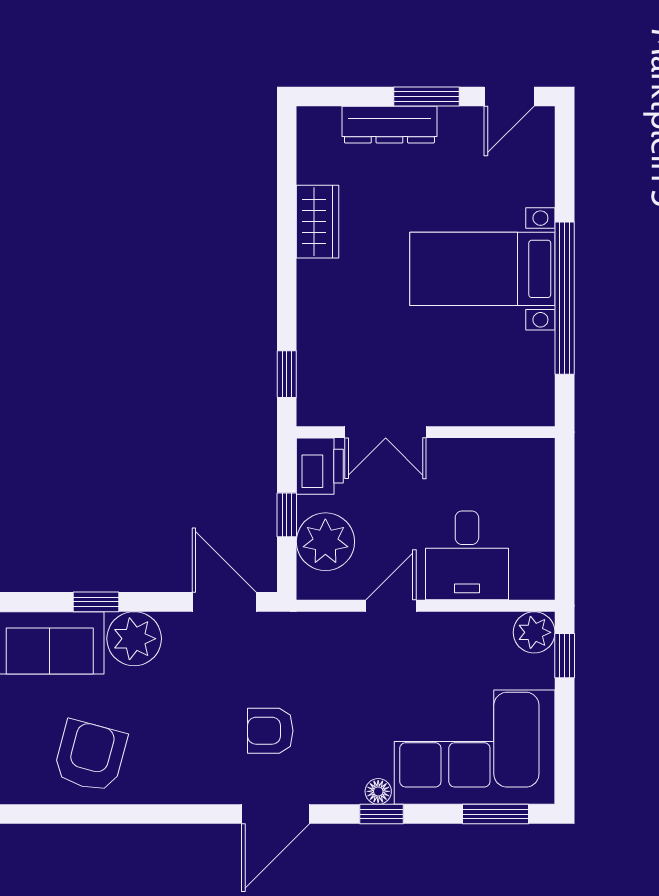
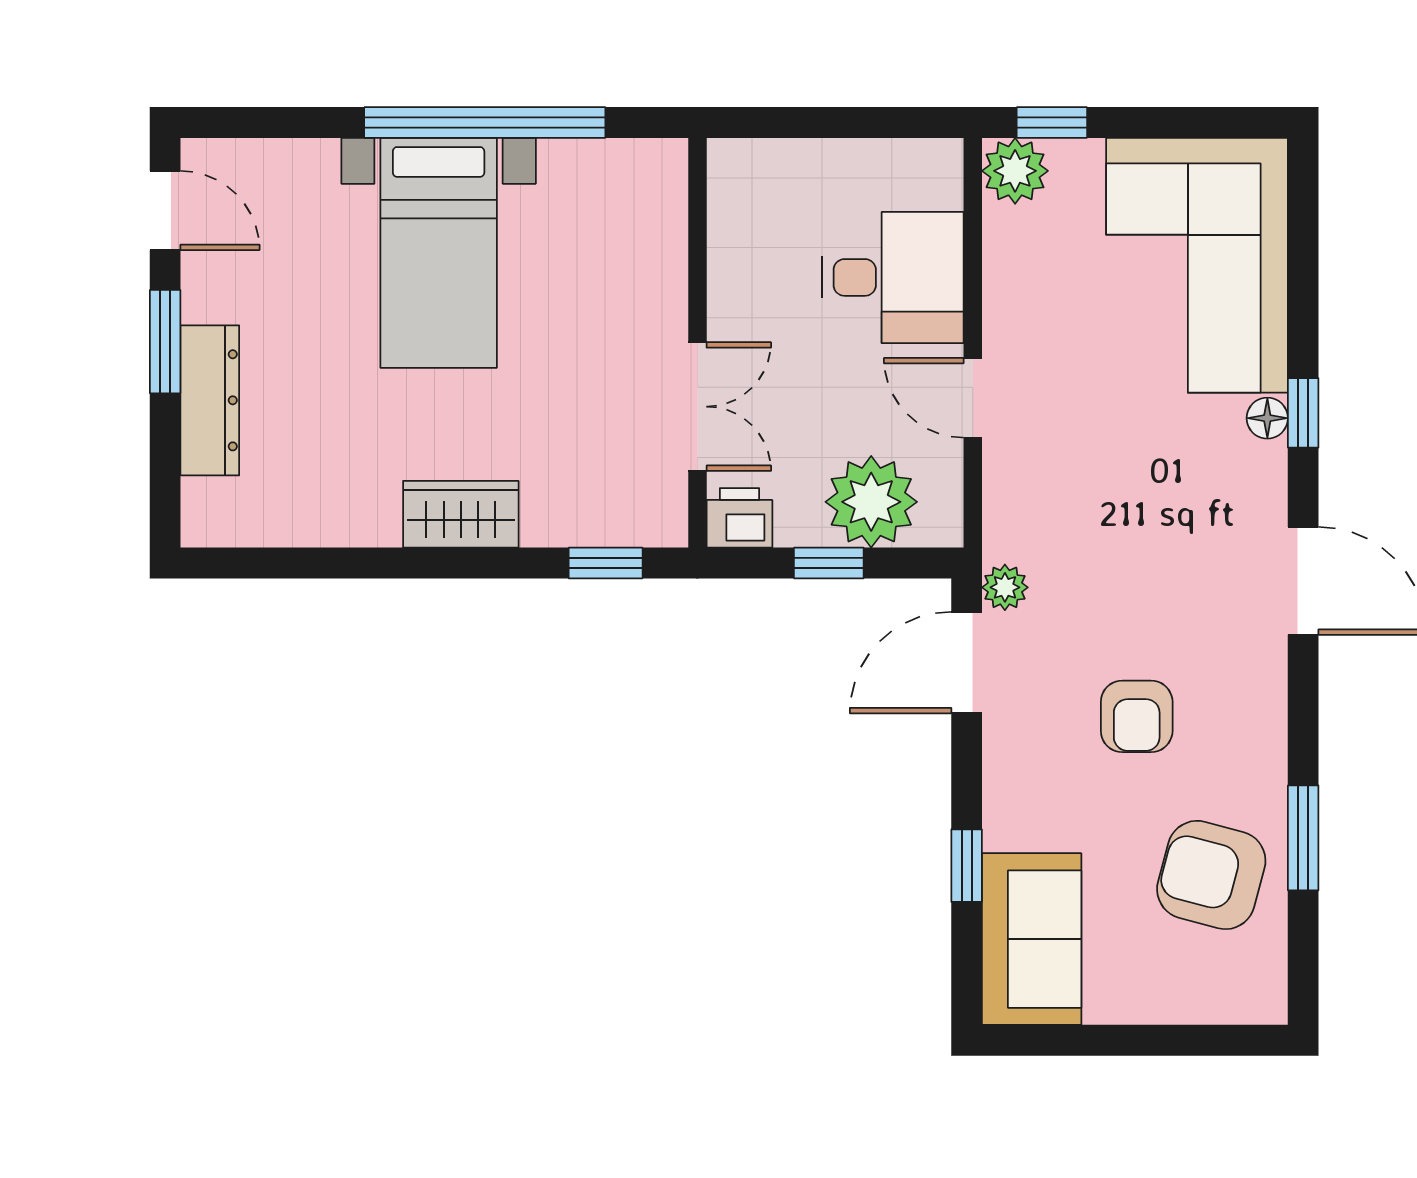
wardrobe: (318, 222) -> (461, 514), moved
printer: (320, 466) -> (739, 518), width x0.73, depth x0.81
plant: (134, 639) -> (1005, 587), moved, width x0.53, depth x0.53
armchair: (270, 731) -> (1137, 716), moved
window: (495, 814) -> (1303, 838), moved

